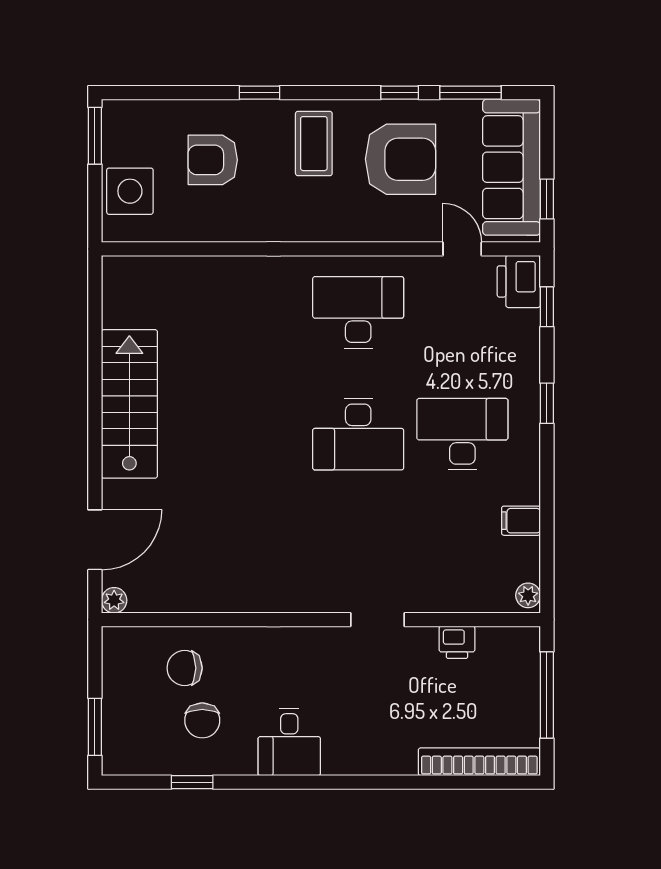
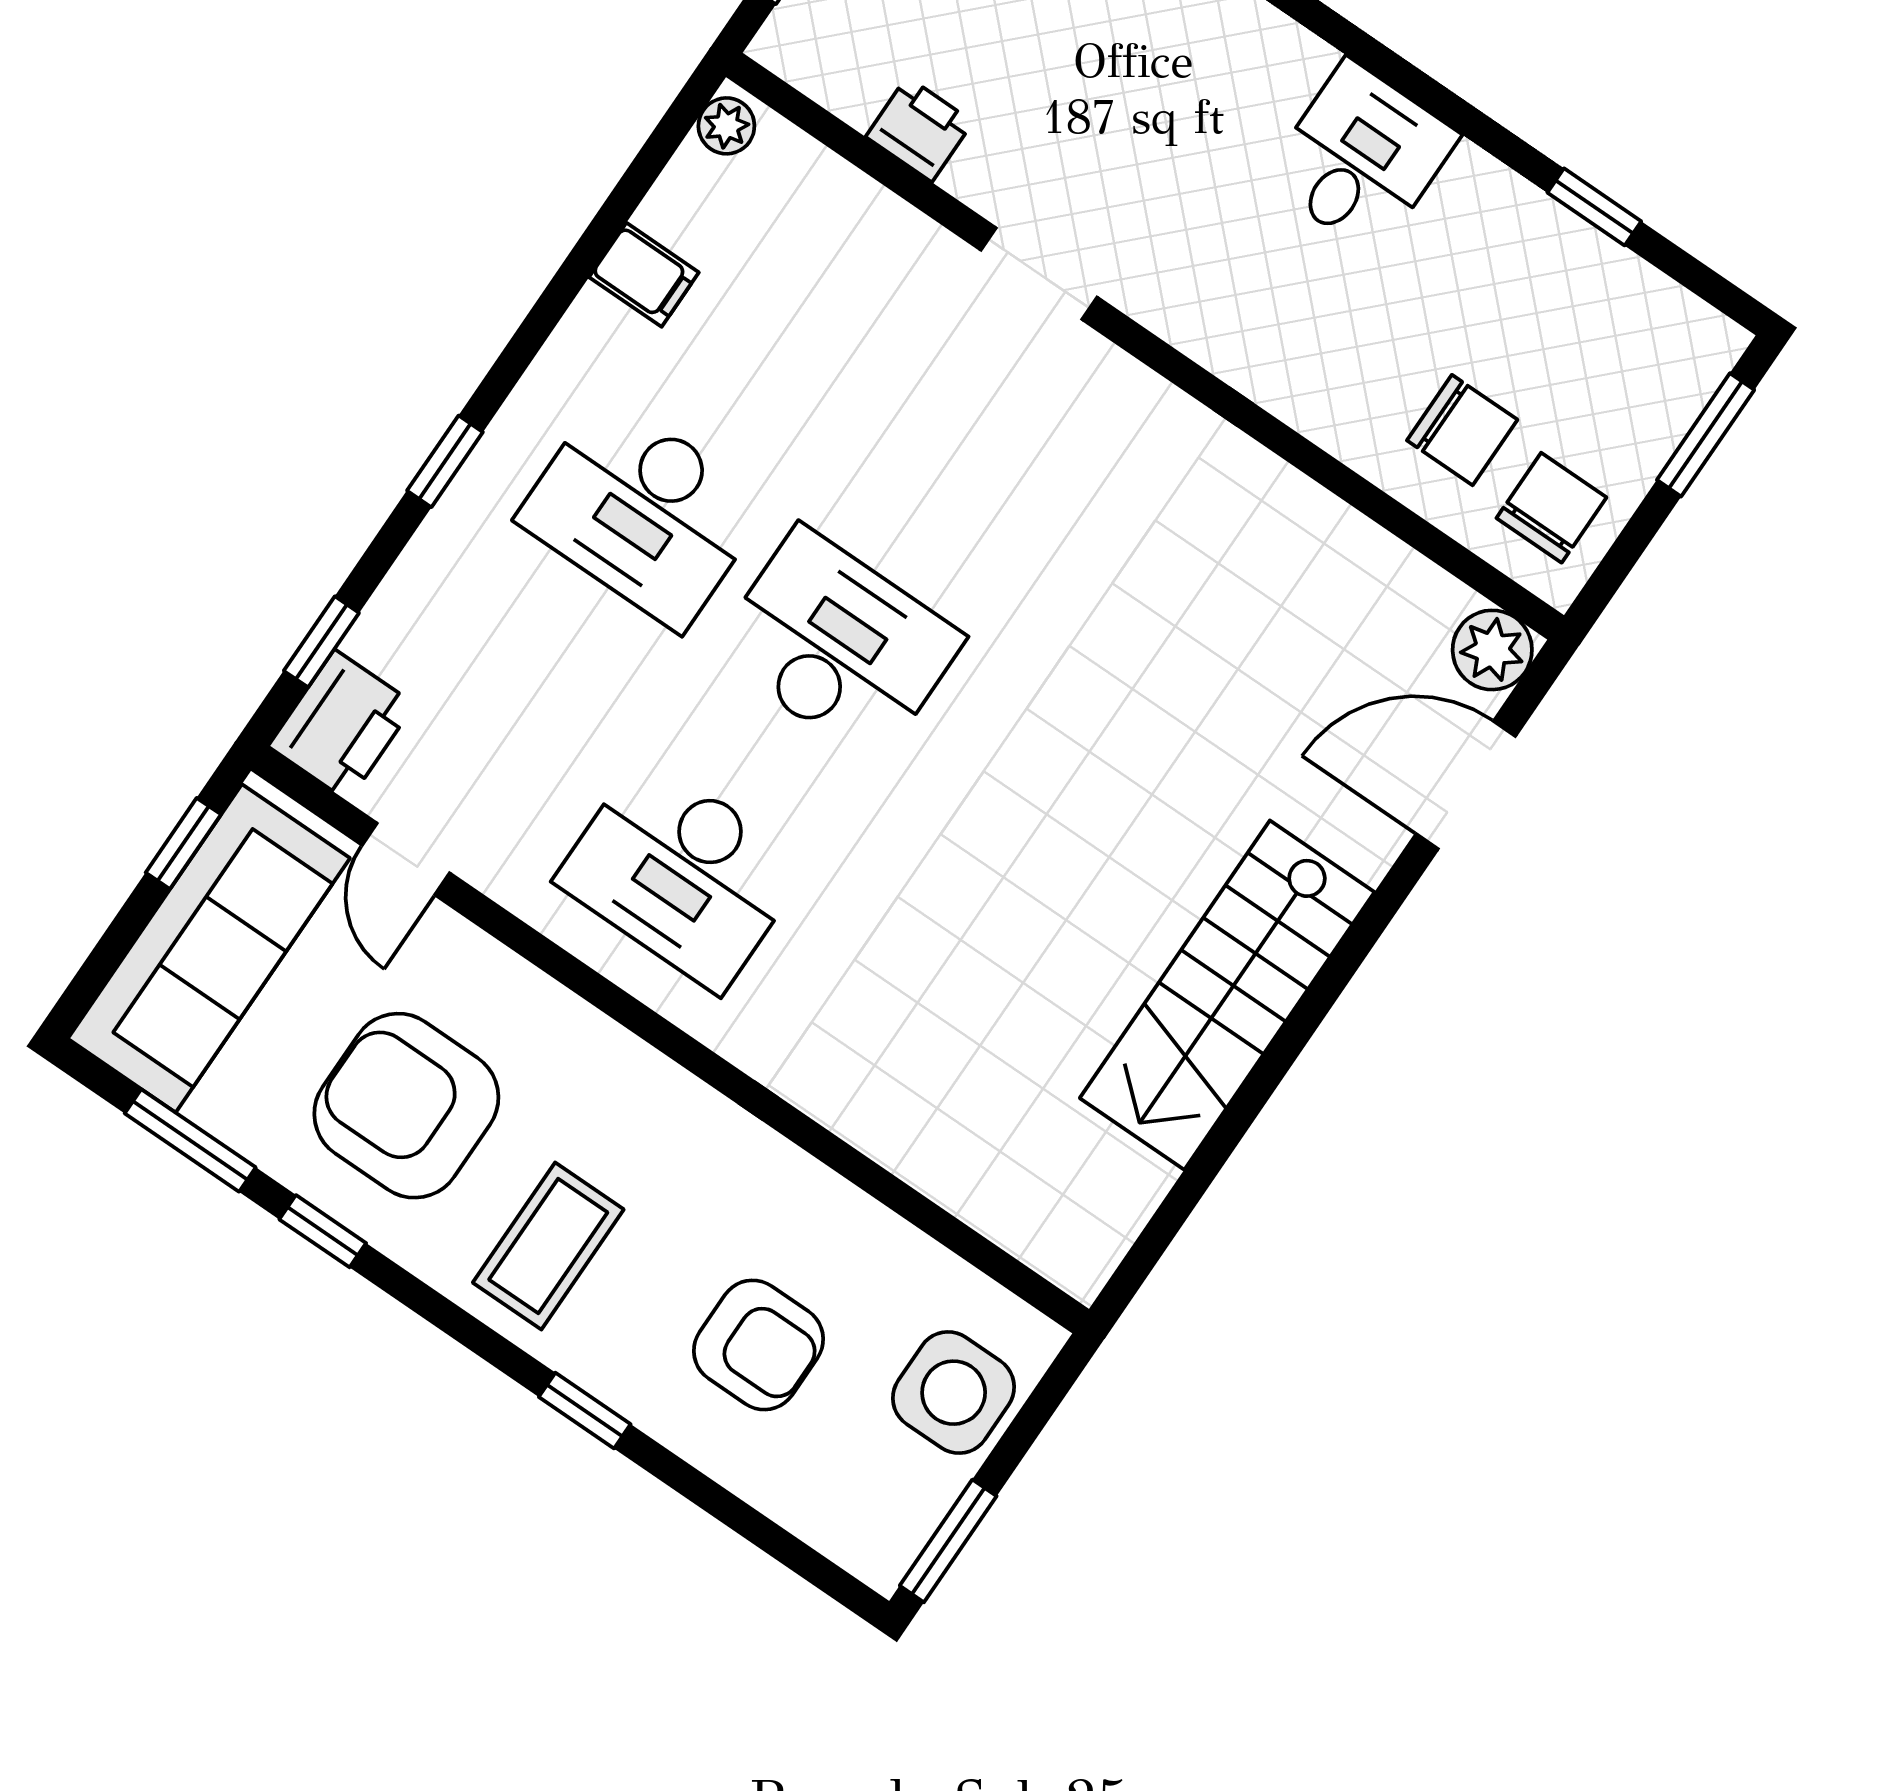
plant: (114, 600) -> (1492, 650), width x1.38, depth x1.38
chair: (202, 720) -> (1551, 508), moved

